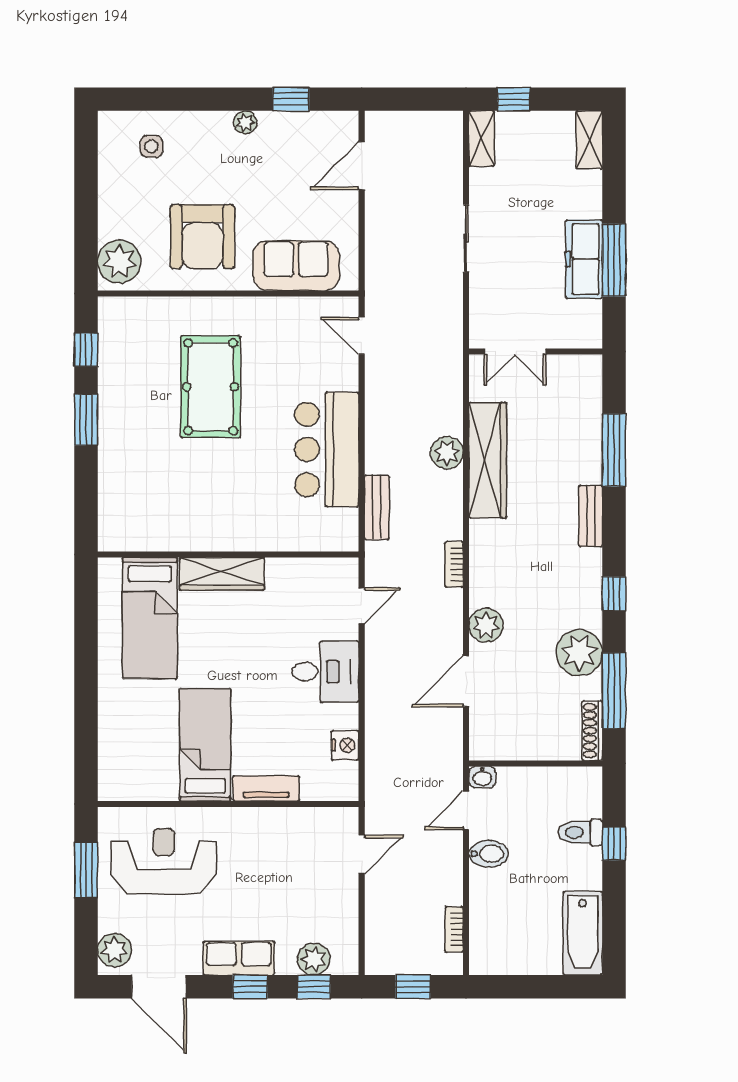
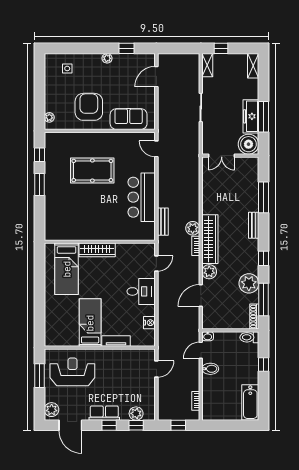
armchair: (202, 237) -> (89, 107), turned 180
plant: (119, 262) -> (49, 117), width x0.53, depth x0.53
boiler: (578, 325) -> (248, 144), added
pool table: (211, 387) -> (92, 171), turned 90
plant: (447, 453) -> (193, 228), moved
wardrobe: (488, 460) -> (210, 239), moved
toilet: (580, 832) -> (249, 337), moved

